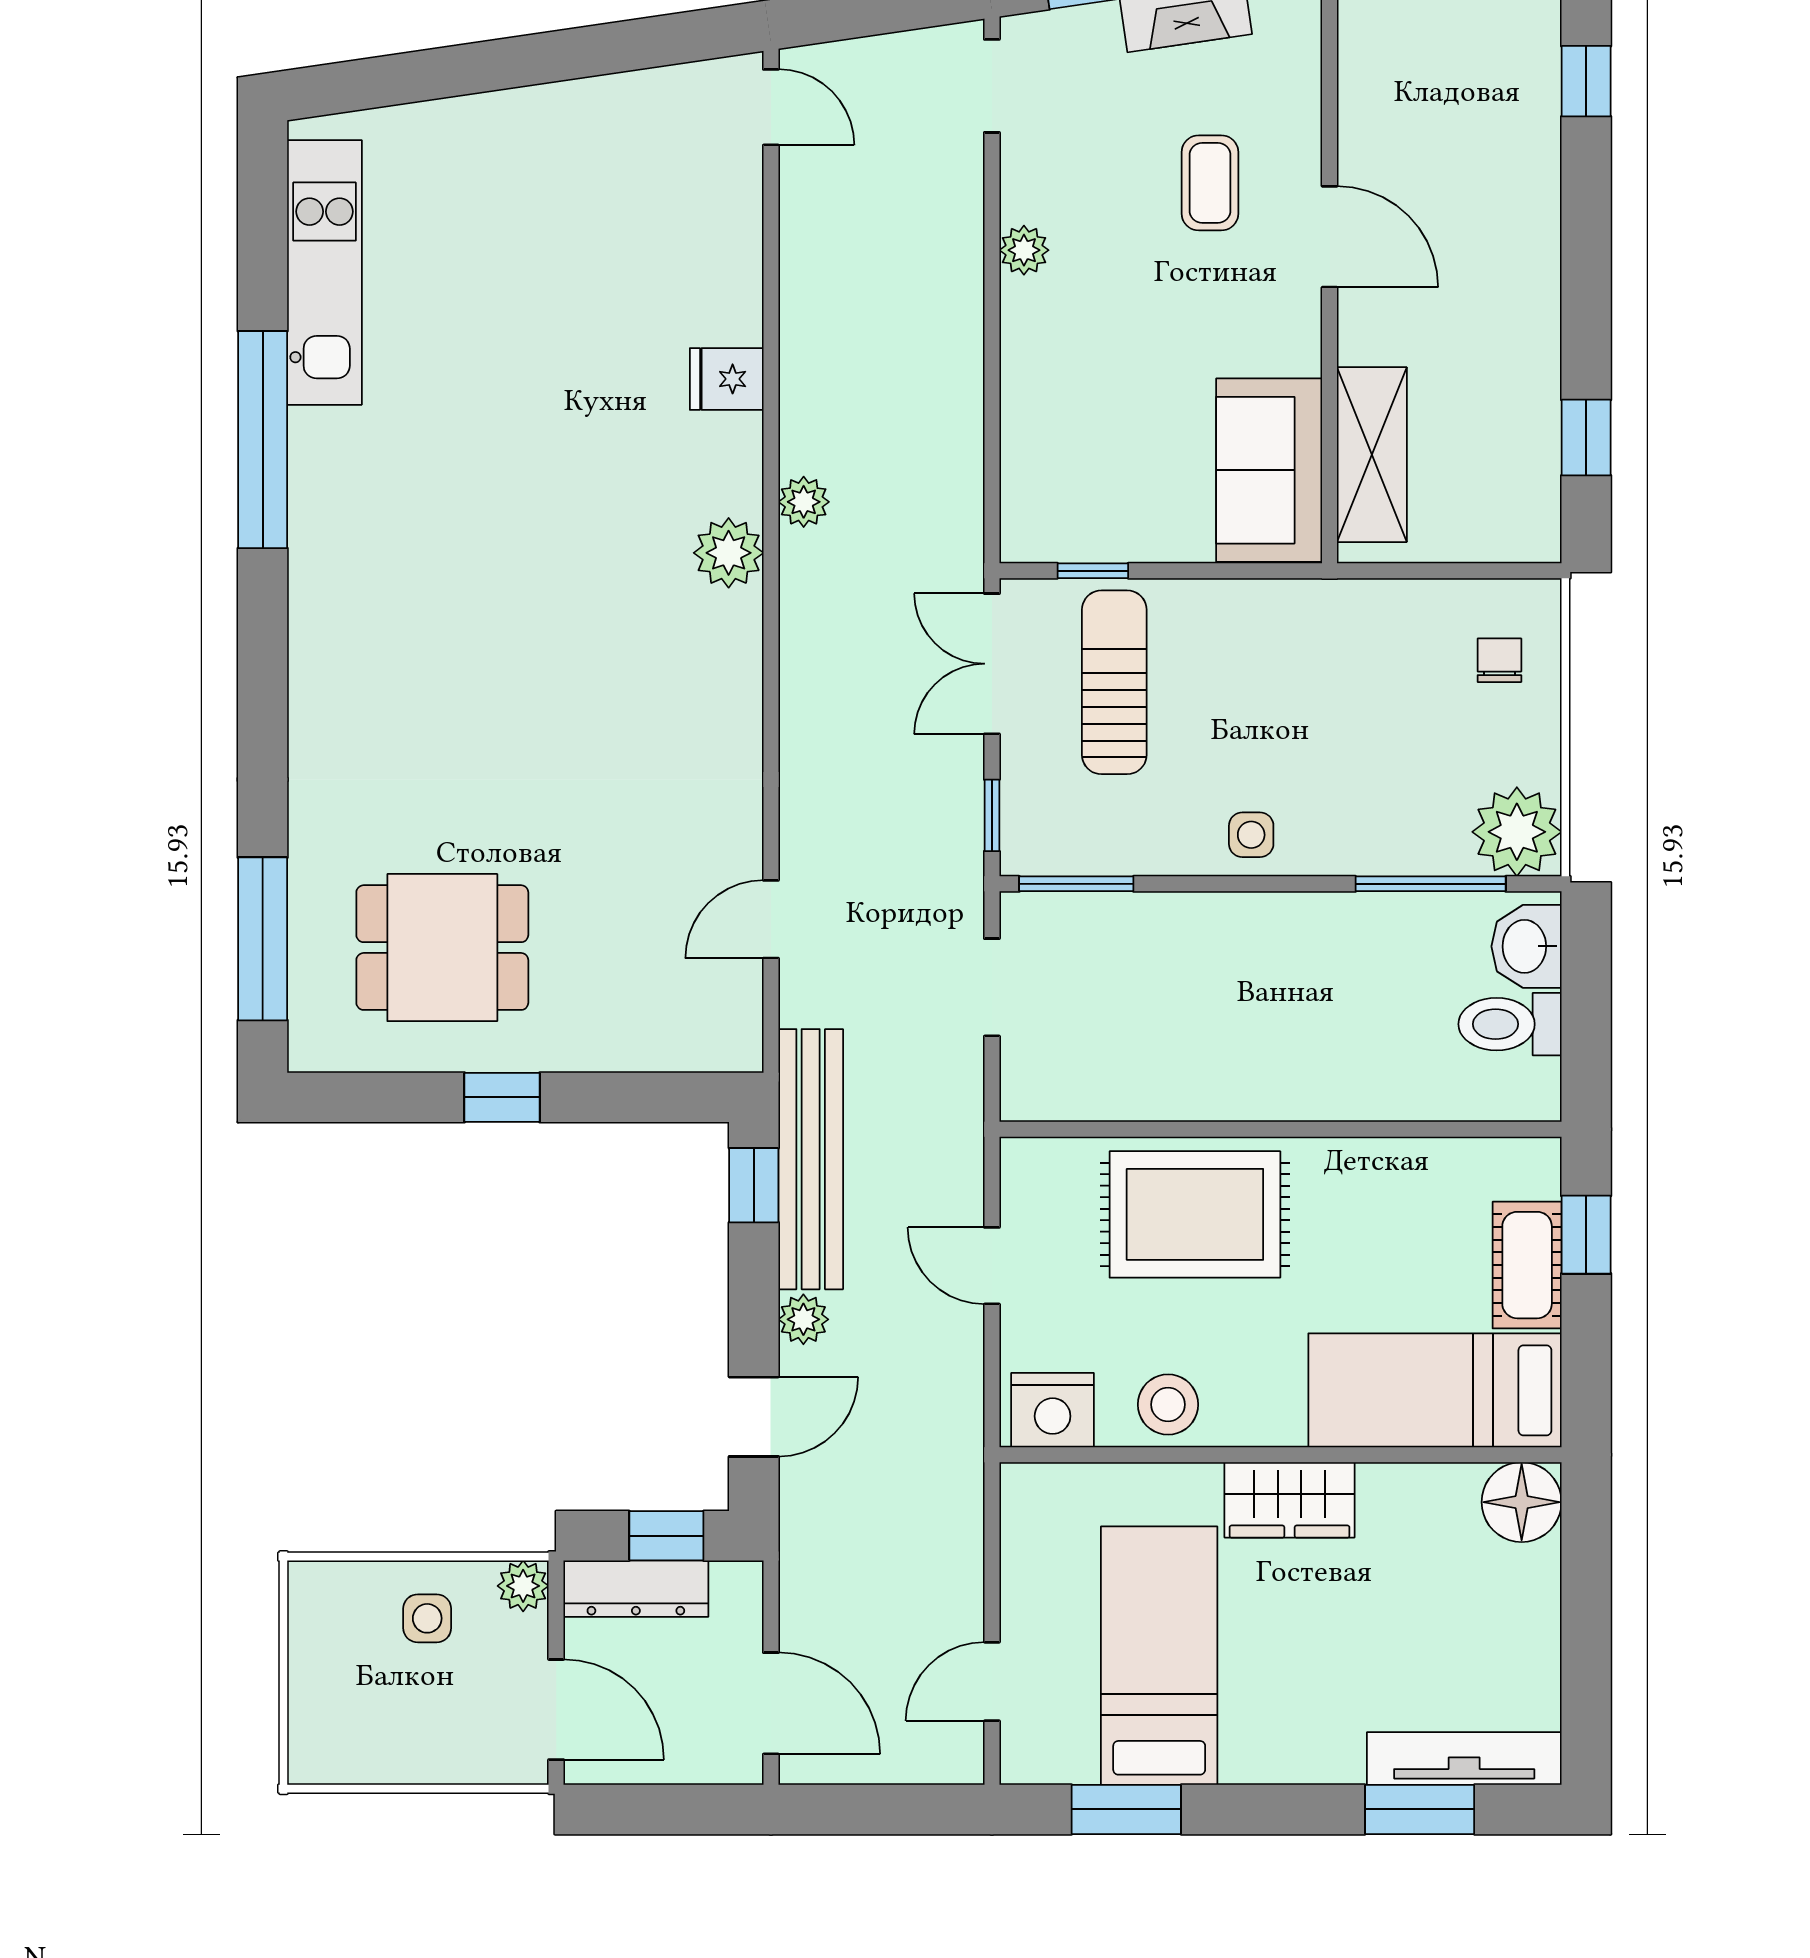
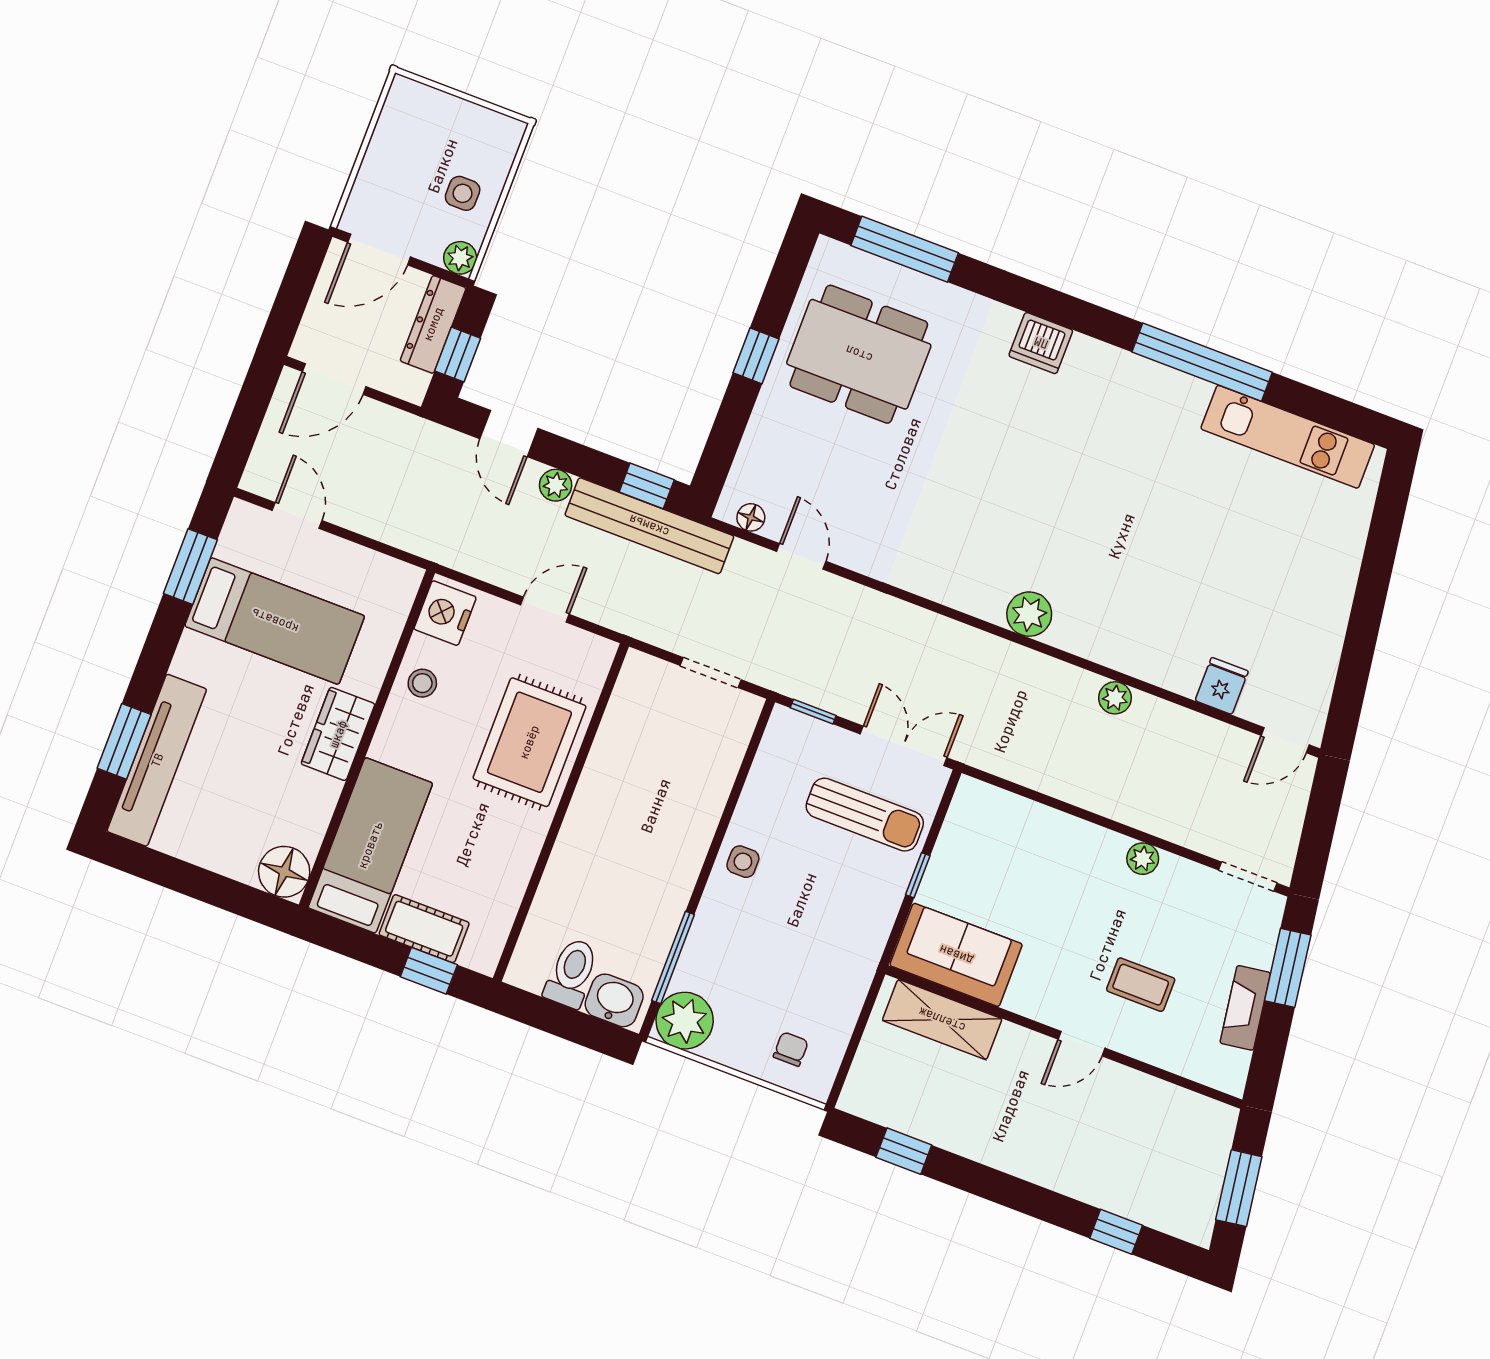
door: (1330, 237) -> (1082, 1044), width x0.73
fridge: (727, 379) -> (1222, 686), moved
plant: (804, 502) -> (1115, 698), moved
window: (1093, 571) -> (918, 875), moved
chair: (1499, 660) -> (791, 1049), turned -90
dishwasher: (325, 687) -> (1041, 343), added
window: (1076, 884) -> (753, 746), removed
dining table: (442, 948) -> (859, 354), width x1.38
floor lamp: (742, 1015) -> (751, 517), added
stool: (1168, 1405) -> (422, 683), width x0.73, depth x0.73
tv unit: (1464, 1759) -> (157, 760), width x1.36, depth x1.29

